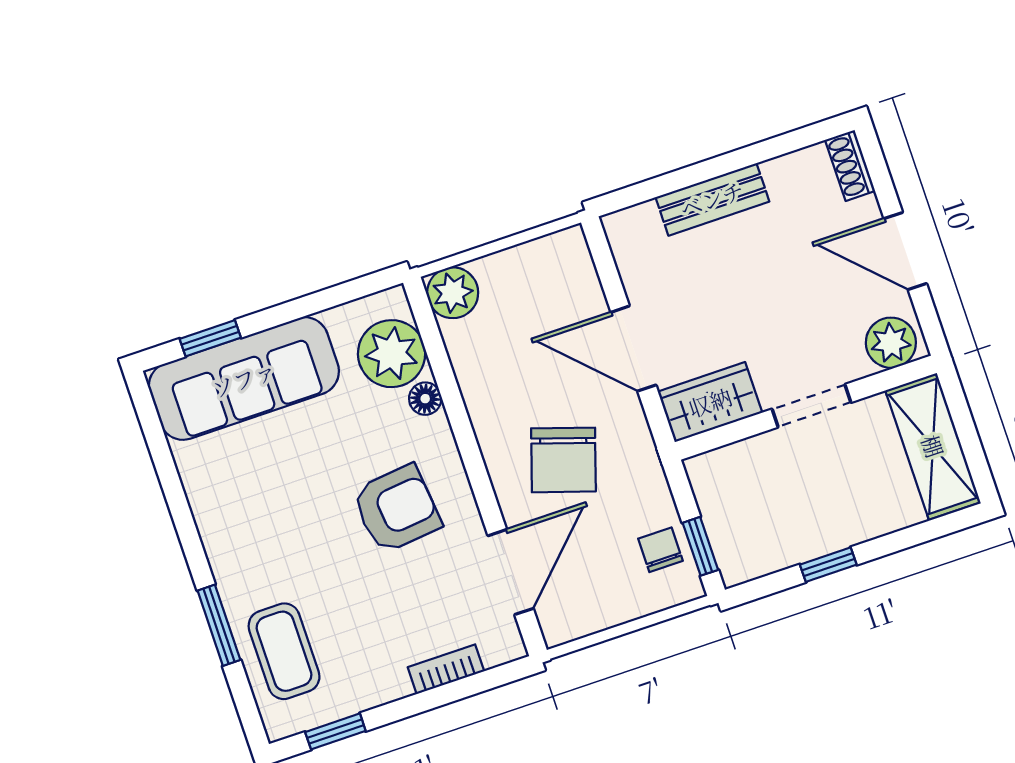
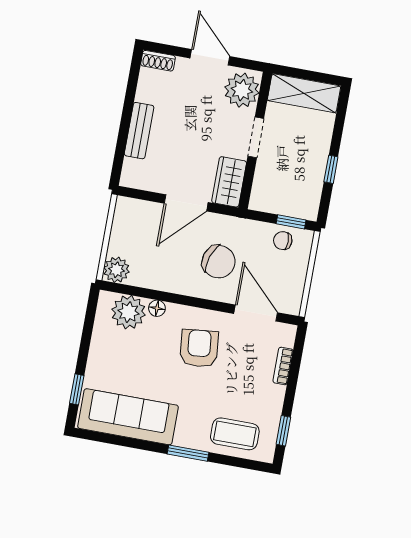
door: (905, 251) -> (210, 57), swing flipped
plant: (891, 343) -> (242, 90), width x1.36, depth x1.36
sofa: (244, 379) -> (128, 417), moved, turned -90
window: (219, 625) -> (188, 453), moved

